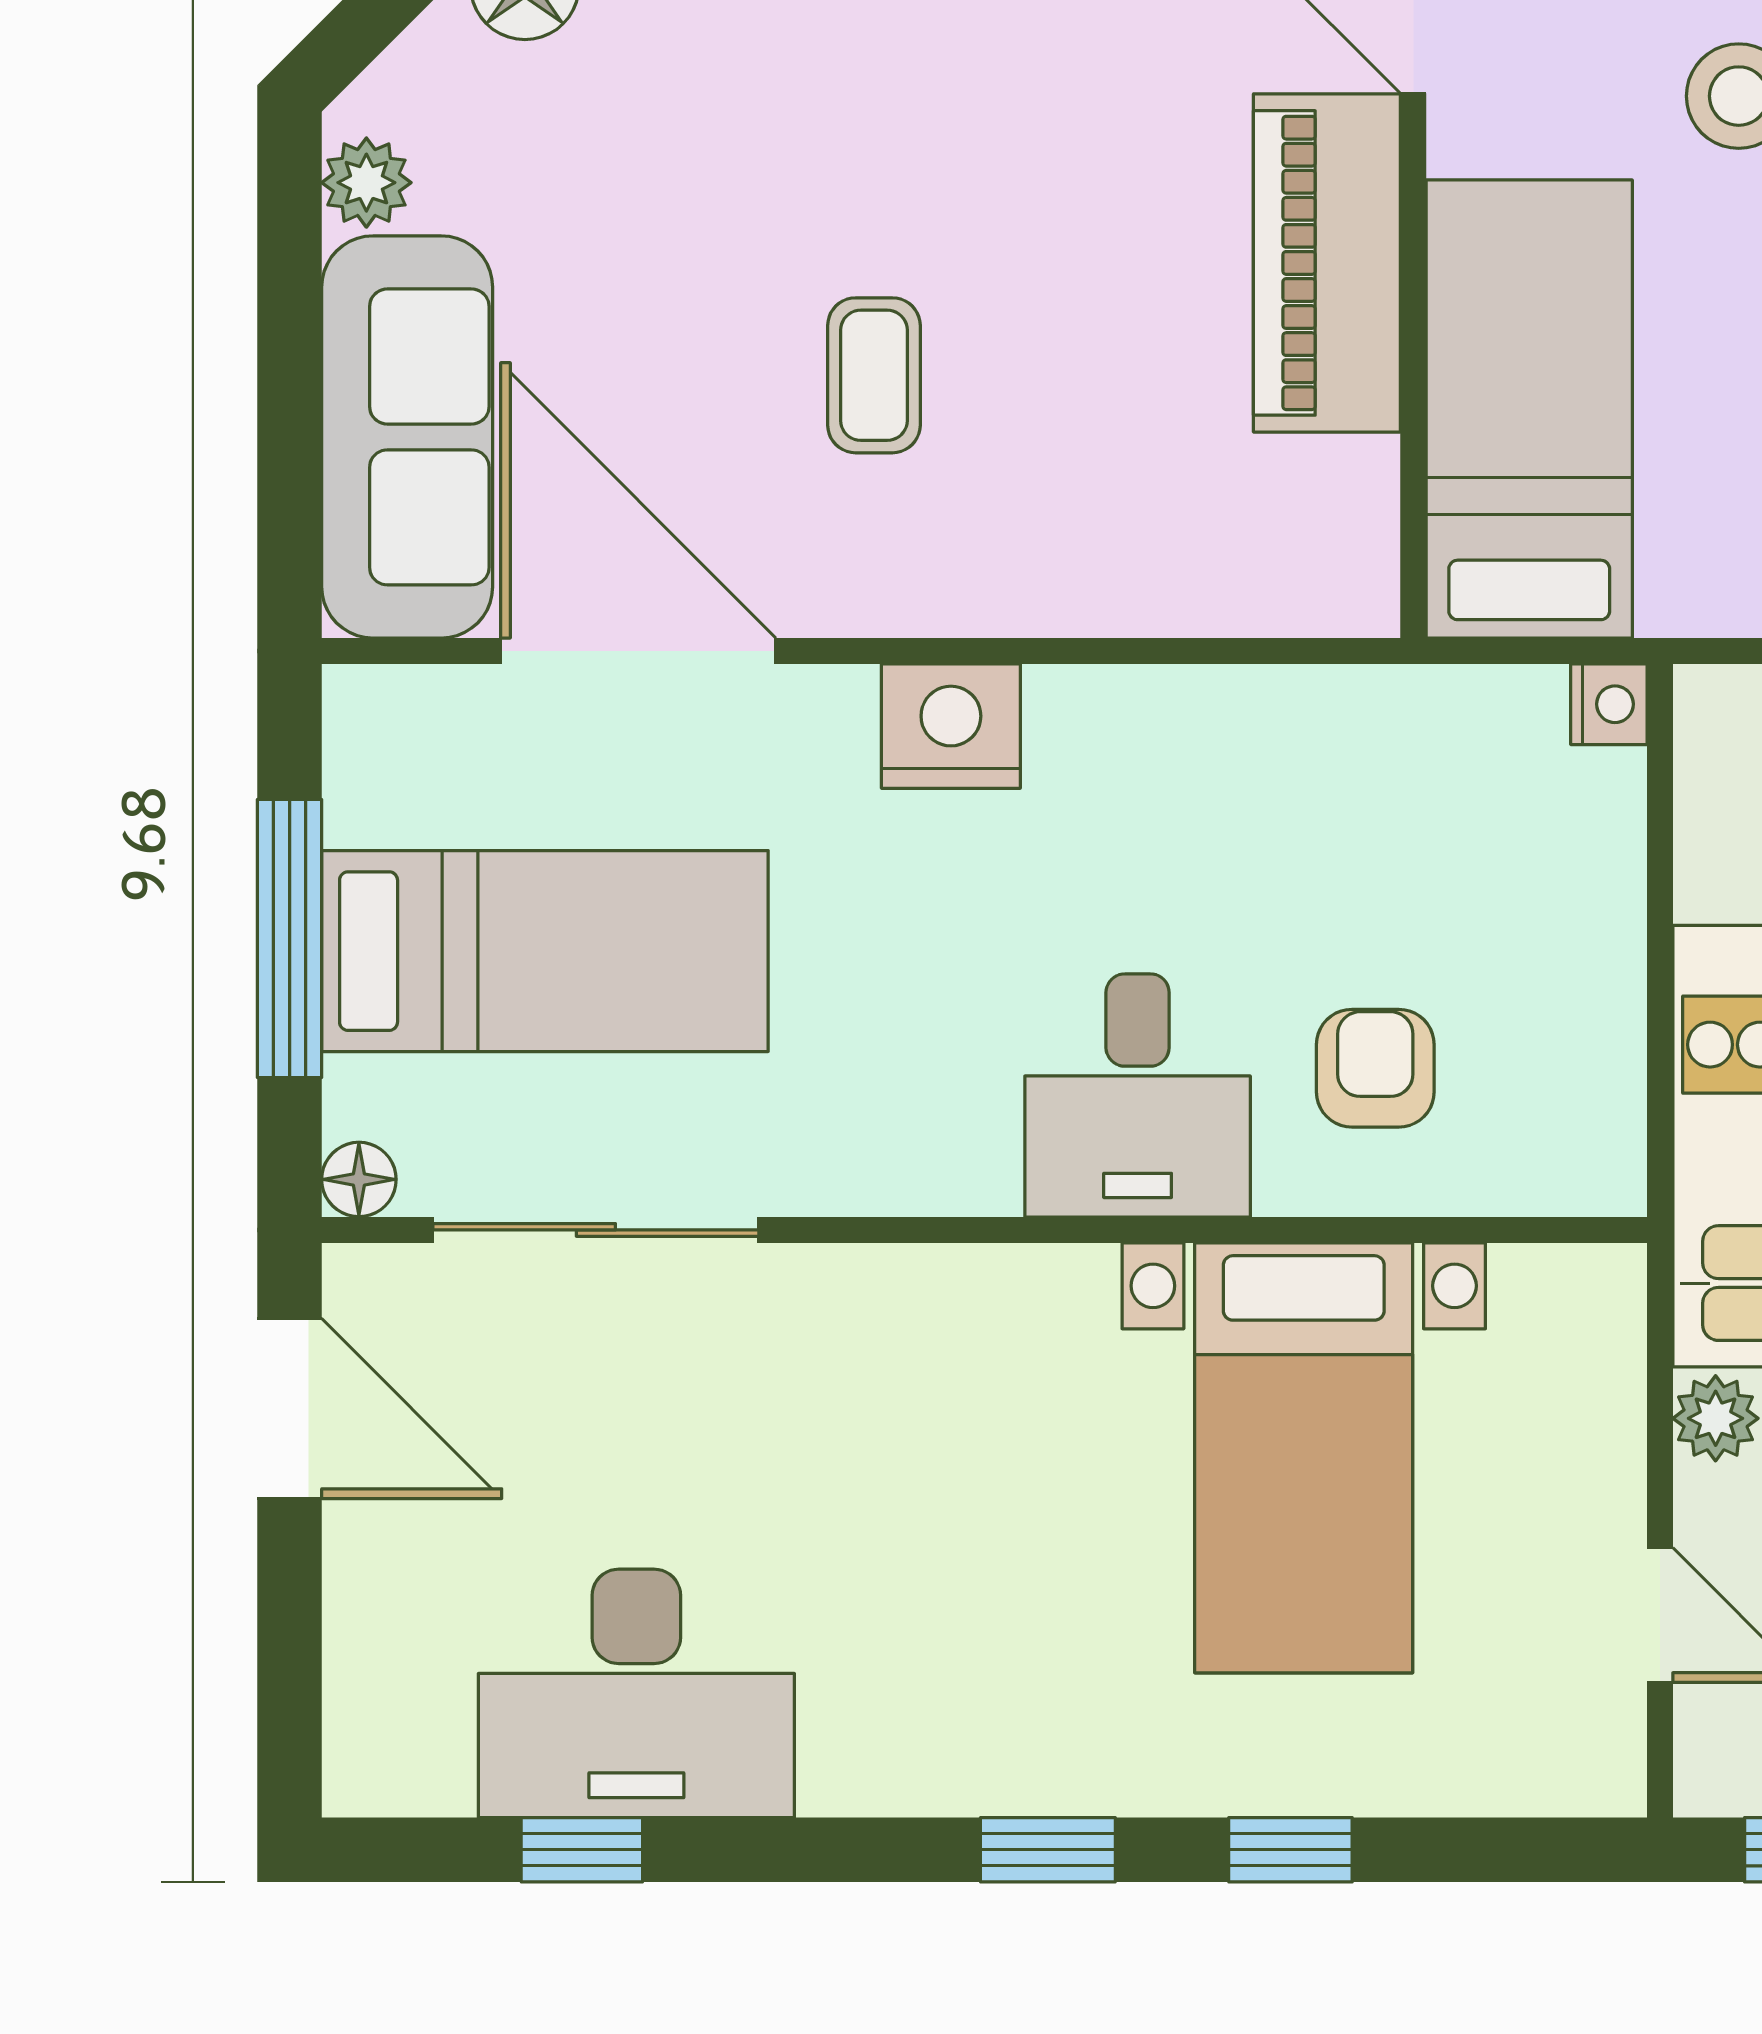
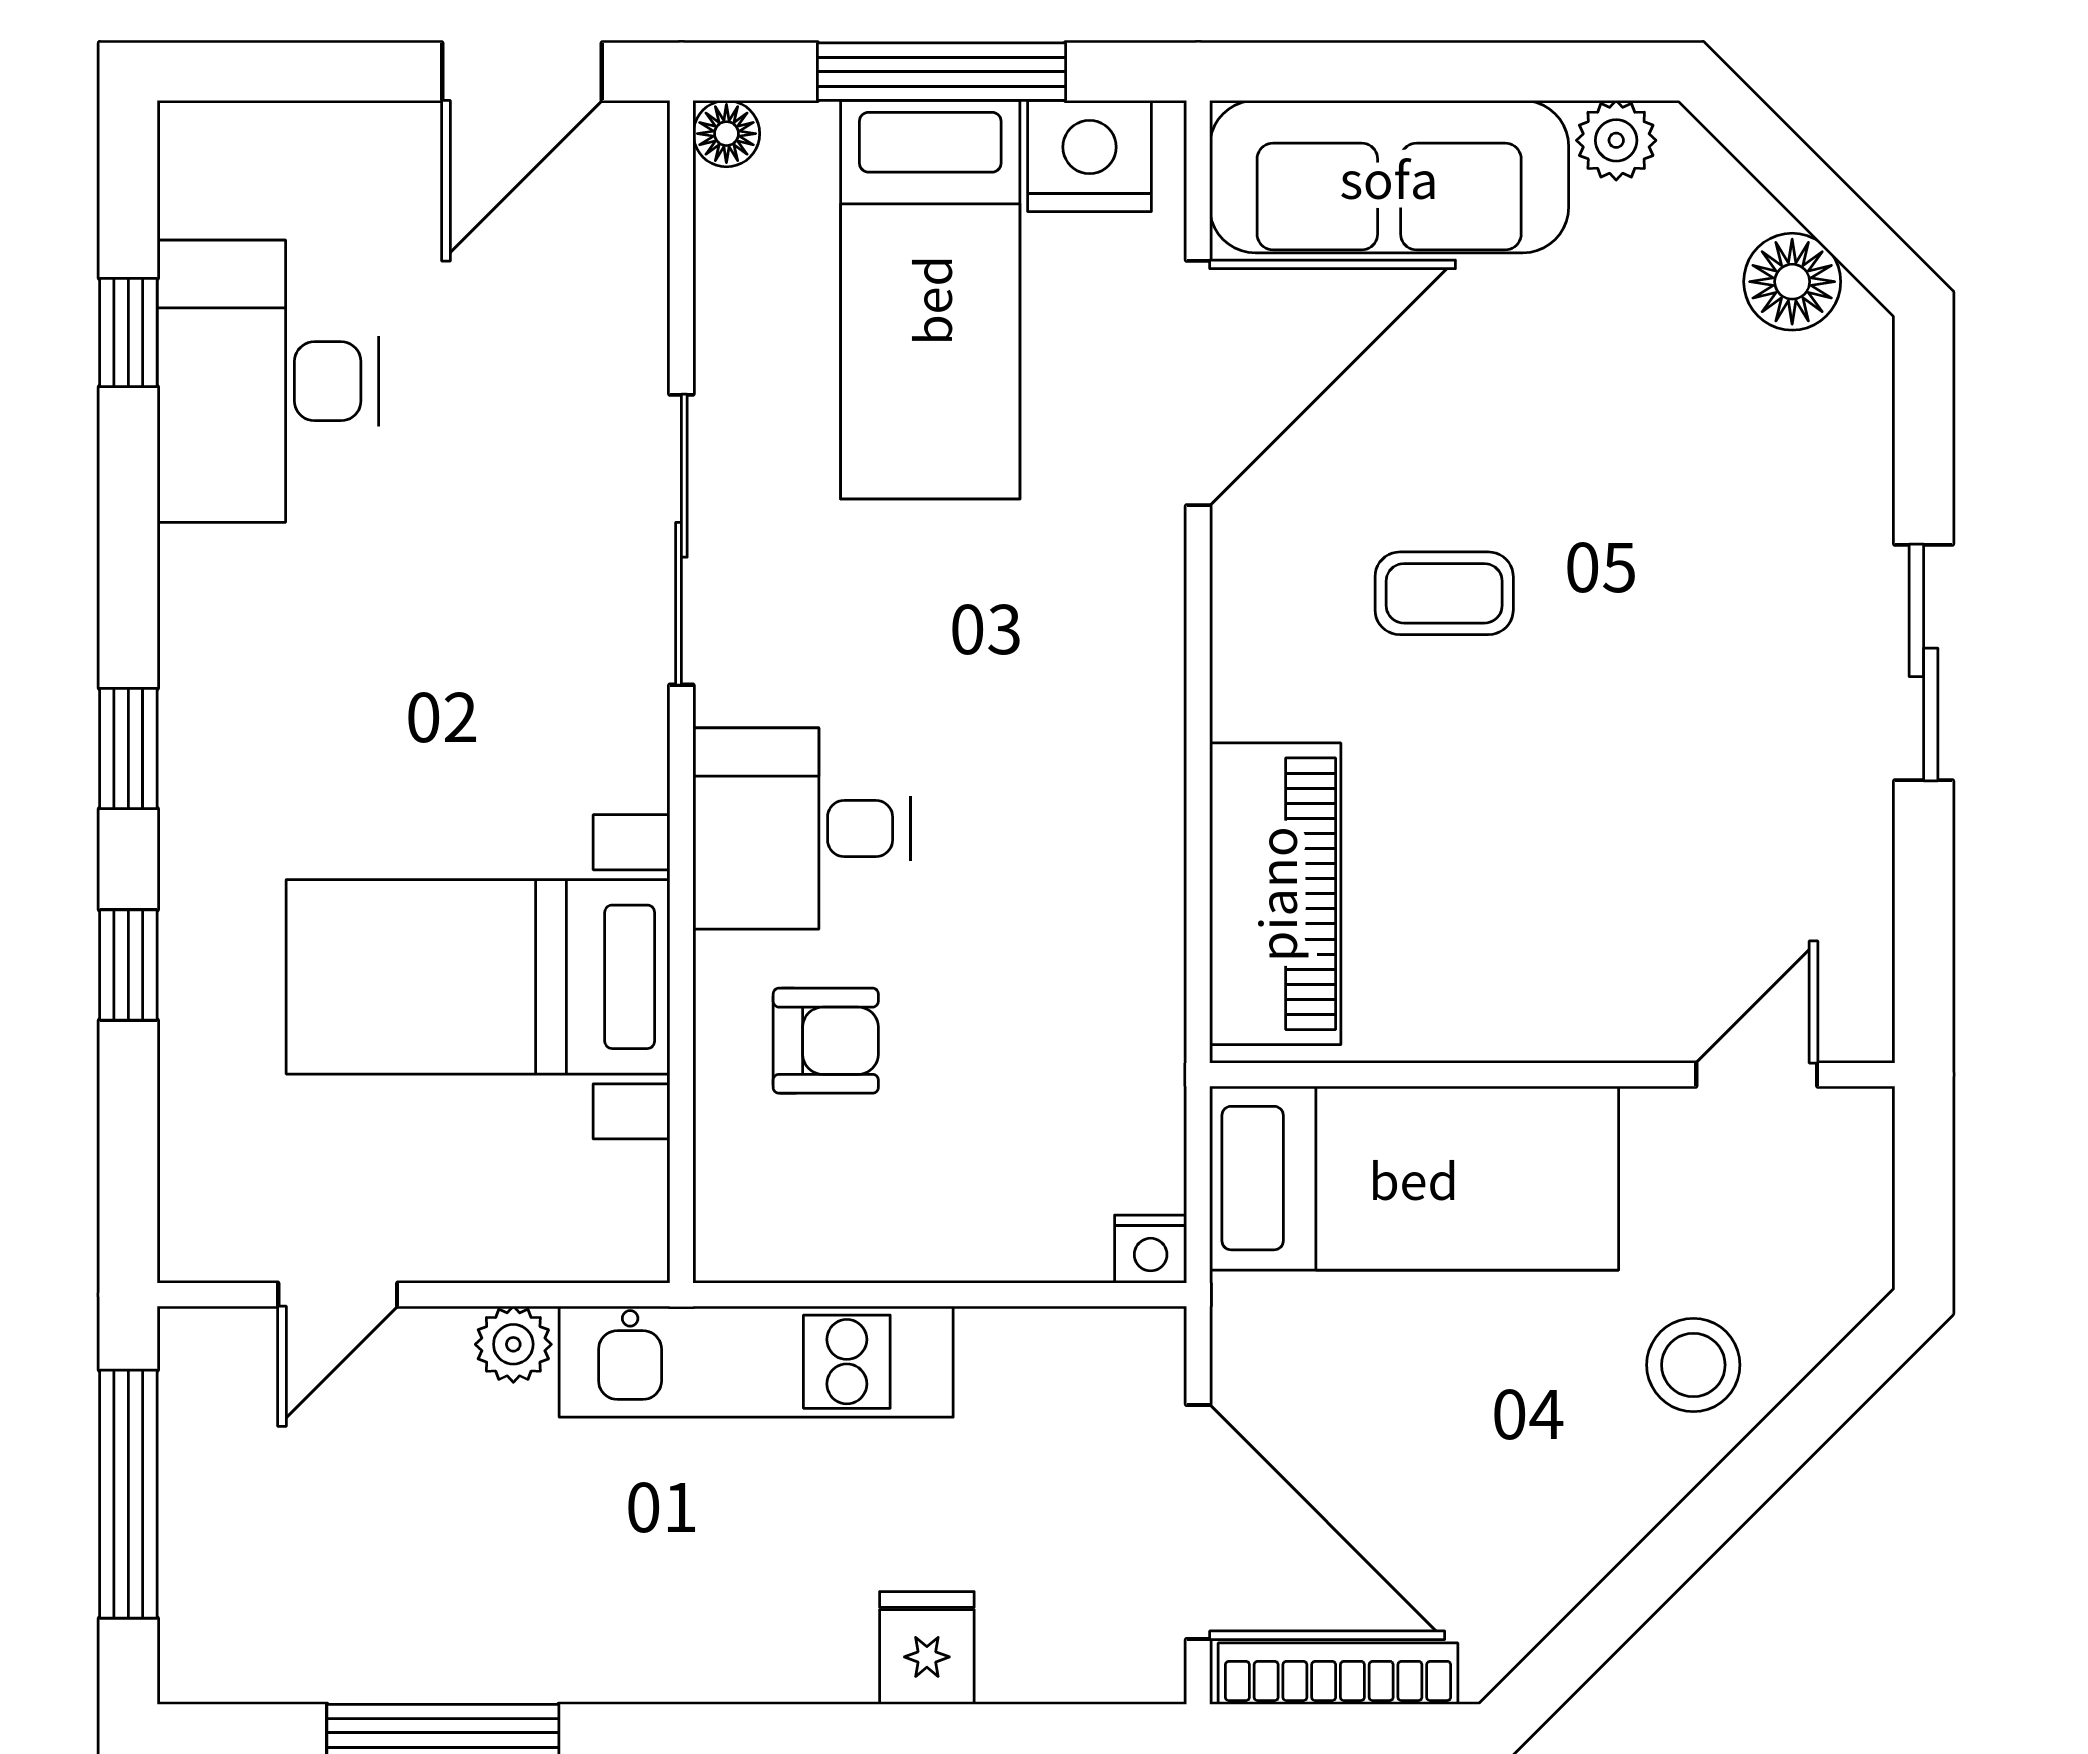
piano: (1327, 263) -> (1275, 894), moved, turned 90
nightstand: (951, 726) -> (1090, 156), moved, turned -90
sliding door: (596, 1230) -> (681, 540), moved

